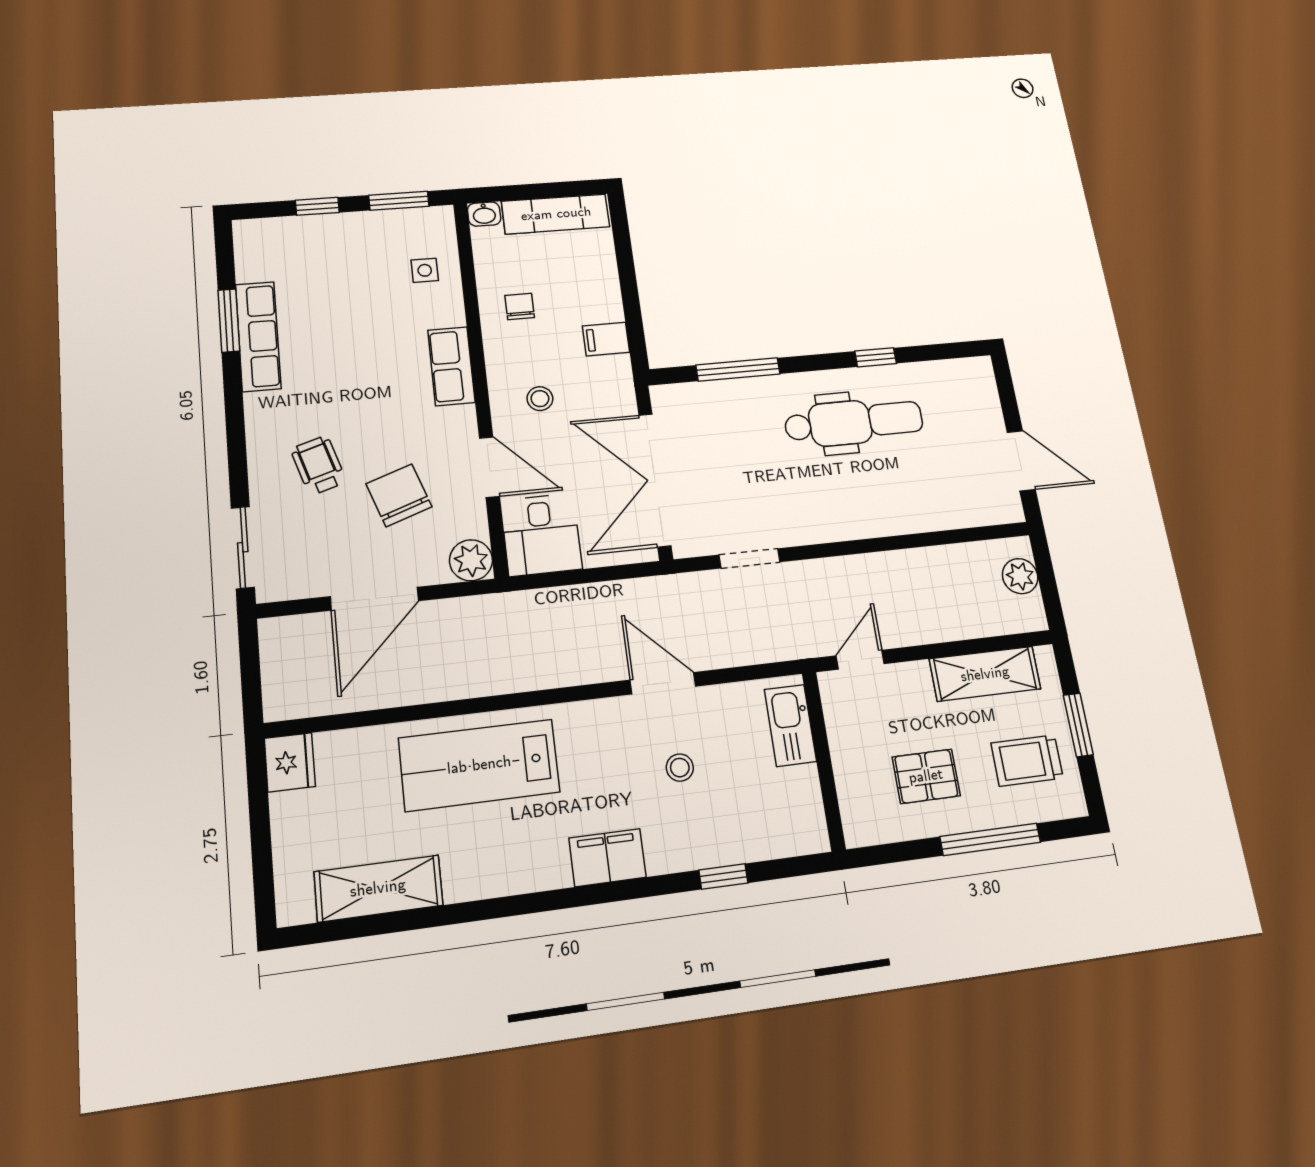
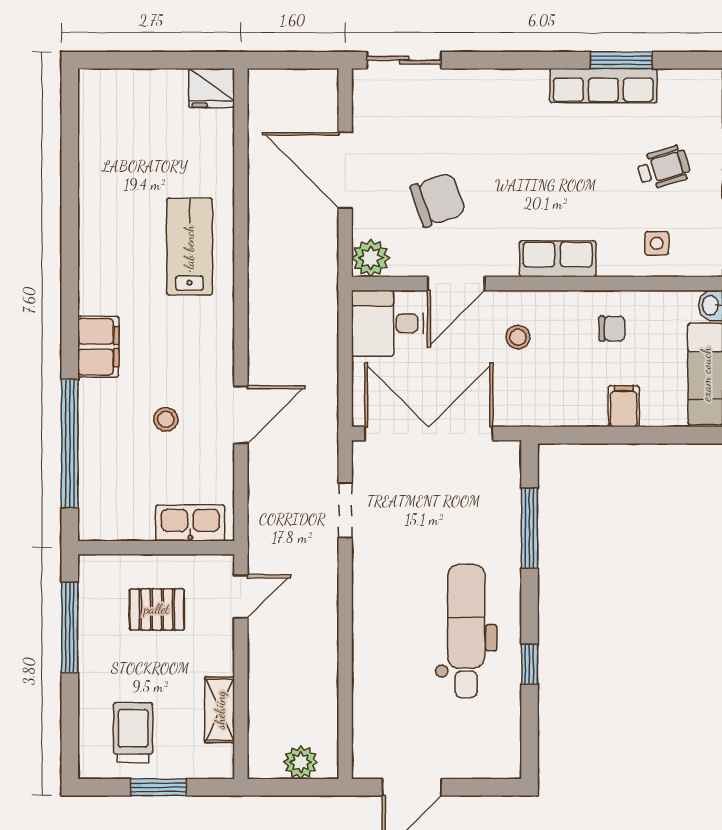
filing cabinet: (606, 339) -> (624, 406), moved
dental chair: (854, 422) -> (466, 631), turned 180
wheelchair: (318, 465) -> (663, 168), moved
door: (860, 660) -> (241, 596), hinge flipped
shelving: (985, 674) -> (220, 710), width x0.67, depth x0.75
lab bench: (479, 765) -> (189, 247), width x0.73, depth x0.72
pallet: (926, 776) -> (157, 609), moved, turned 90
window: (990, 839) -> (70, 627), moved
window: (723, 876) -> (70, 444), width x3.17
shelving: (378, 888) -> (98, 153), removed

